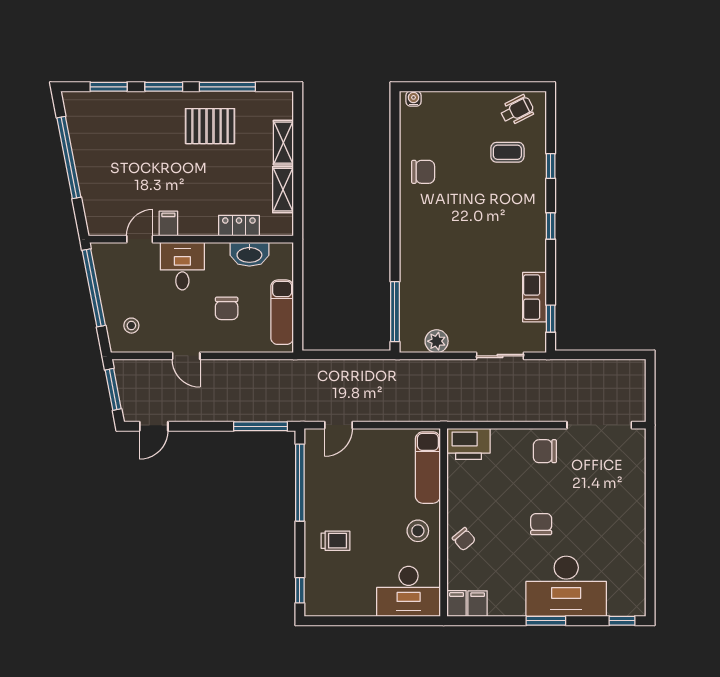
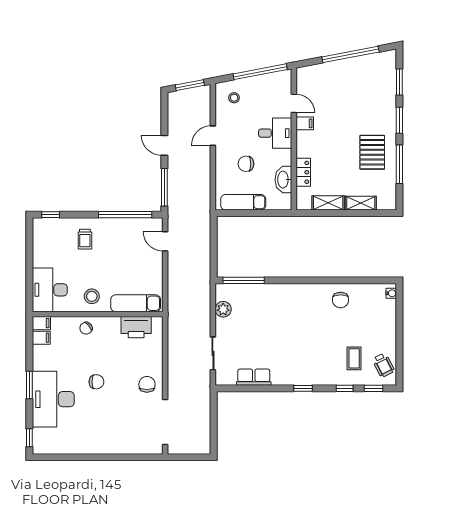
window: (551, 319) -> (373, 388), moved
door: (154, 426) -> (164, 145), moved
printer: (468, 444) -> (136, 327), moved, turned -90

